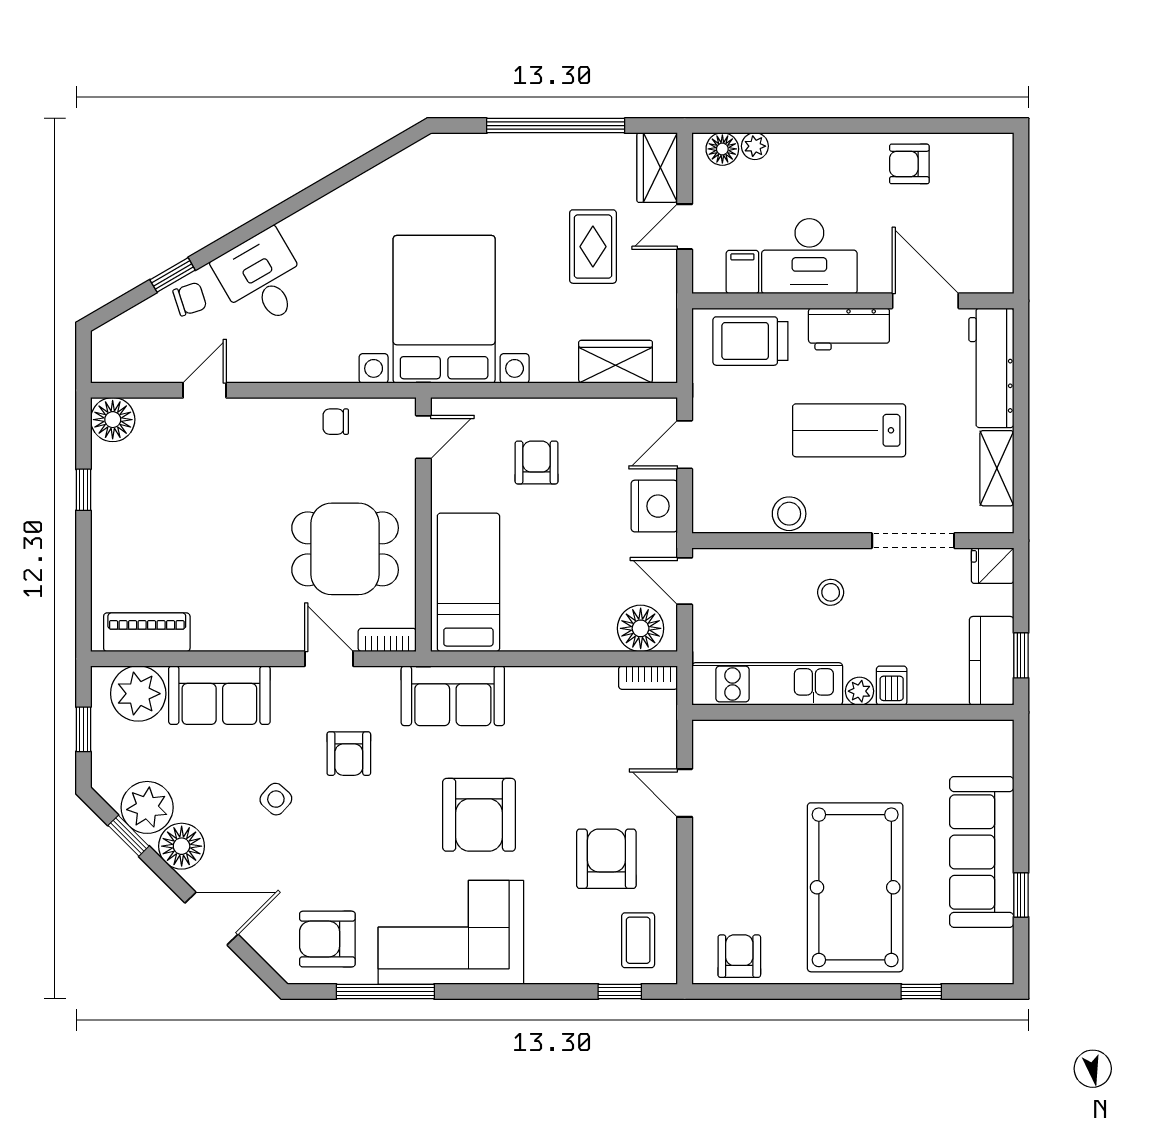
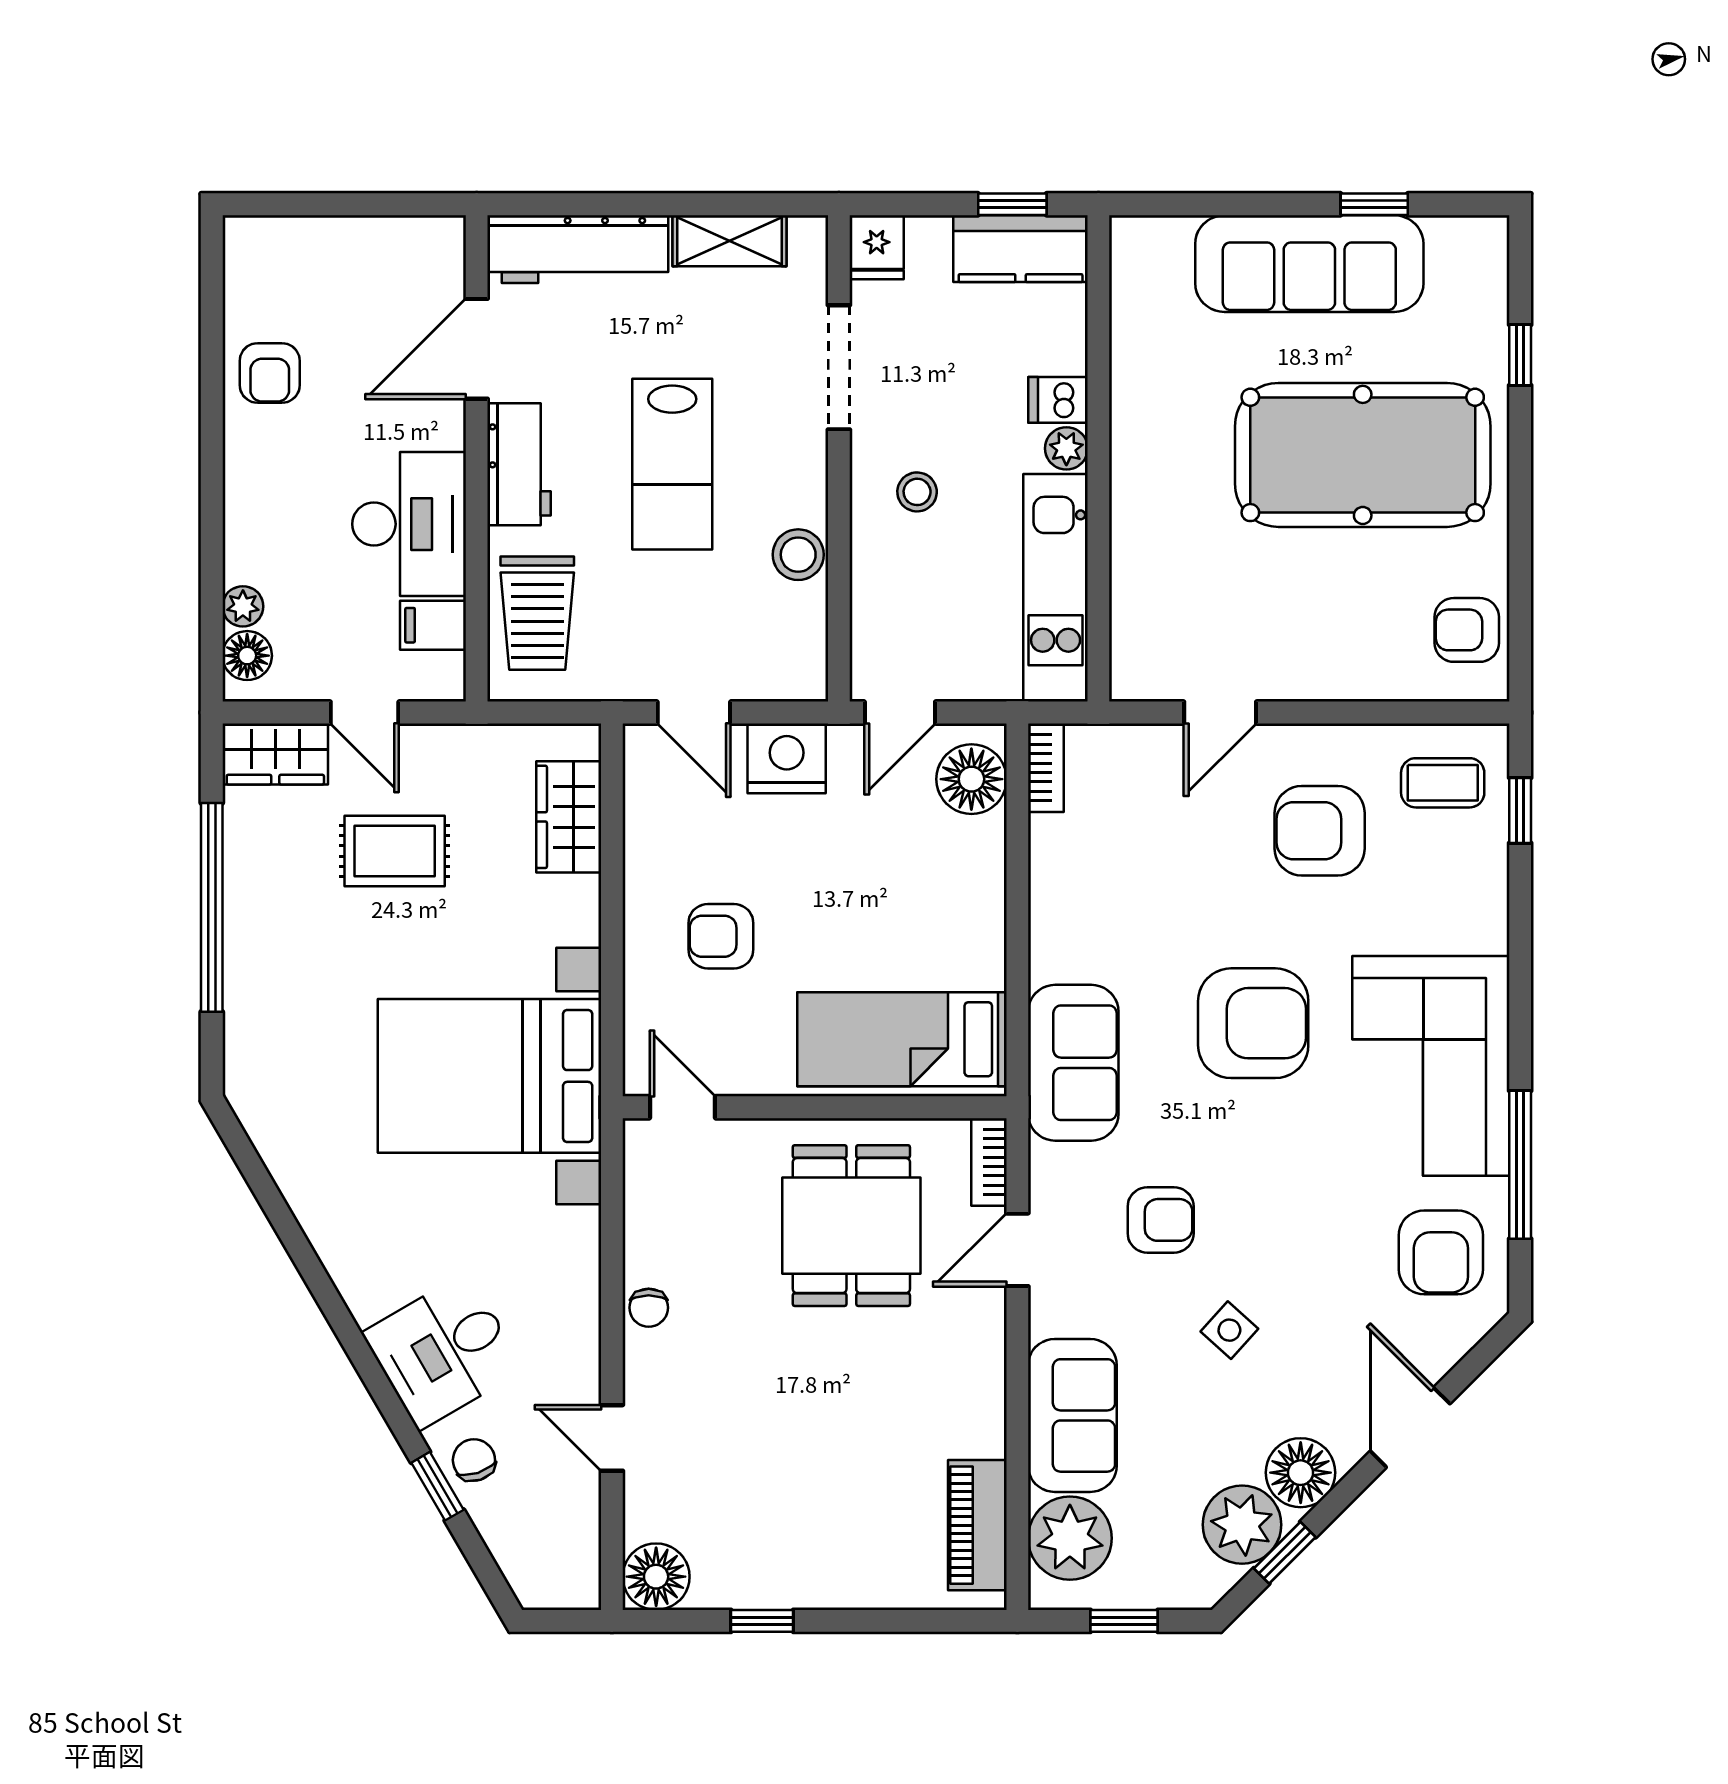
chair: (336, 422) -> (649, 1308), moved

